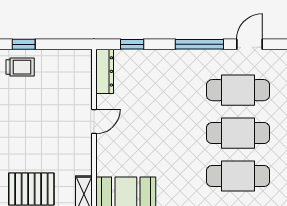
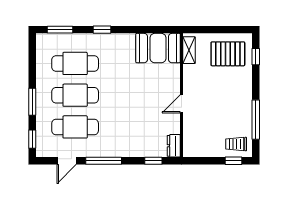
dresser: (105, 71) -> (174, 146), width x0.70

